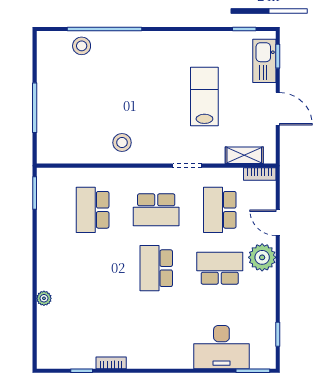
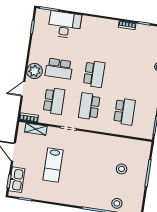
stool: (122, 143) -> (122, 169), moved
school desk: (156, 210) -> (89, 106), turned -90
door: (278, 223) -> (23, 89), swing flipped

